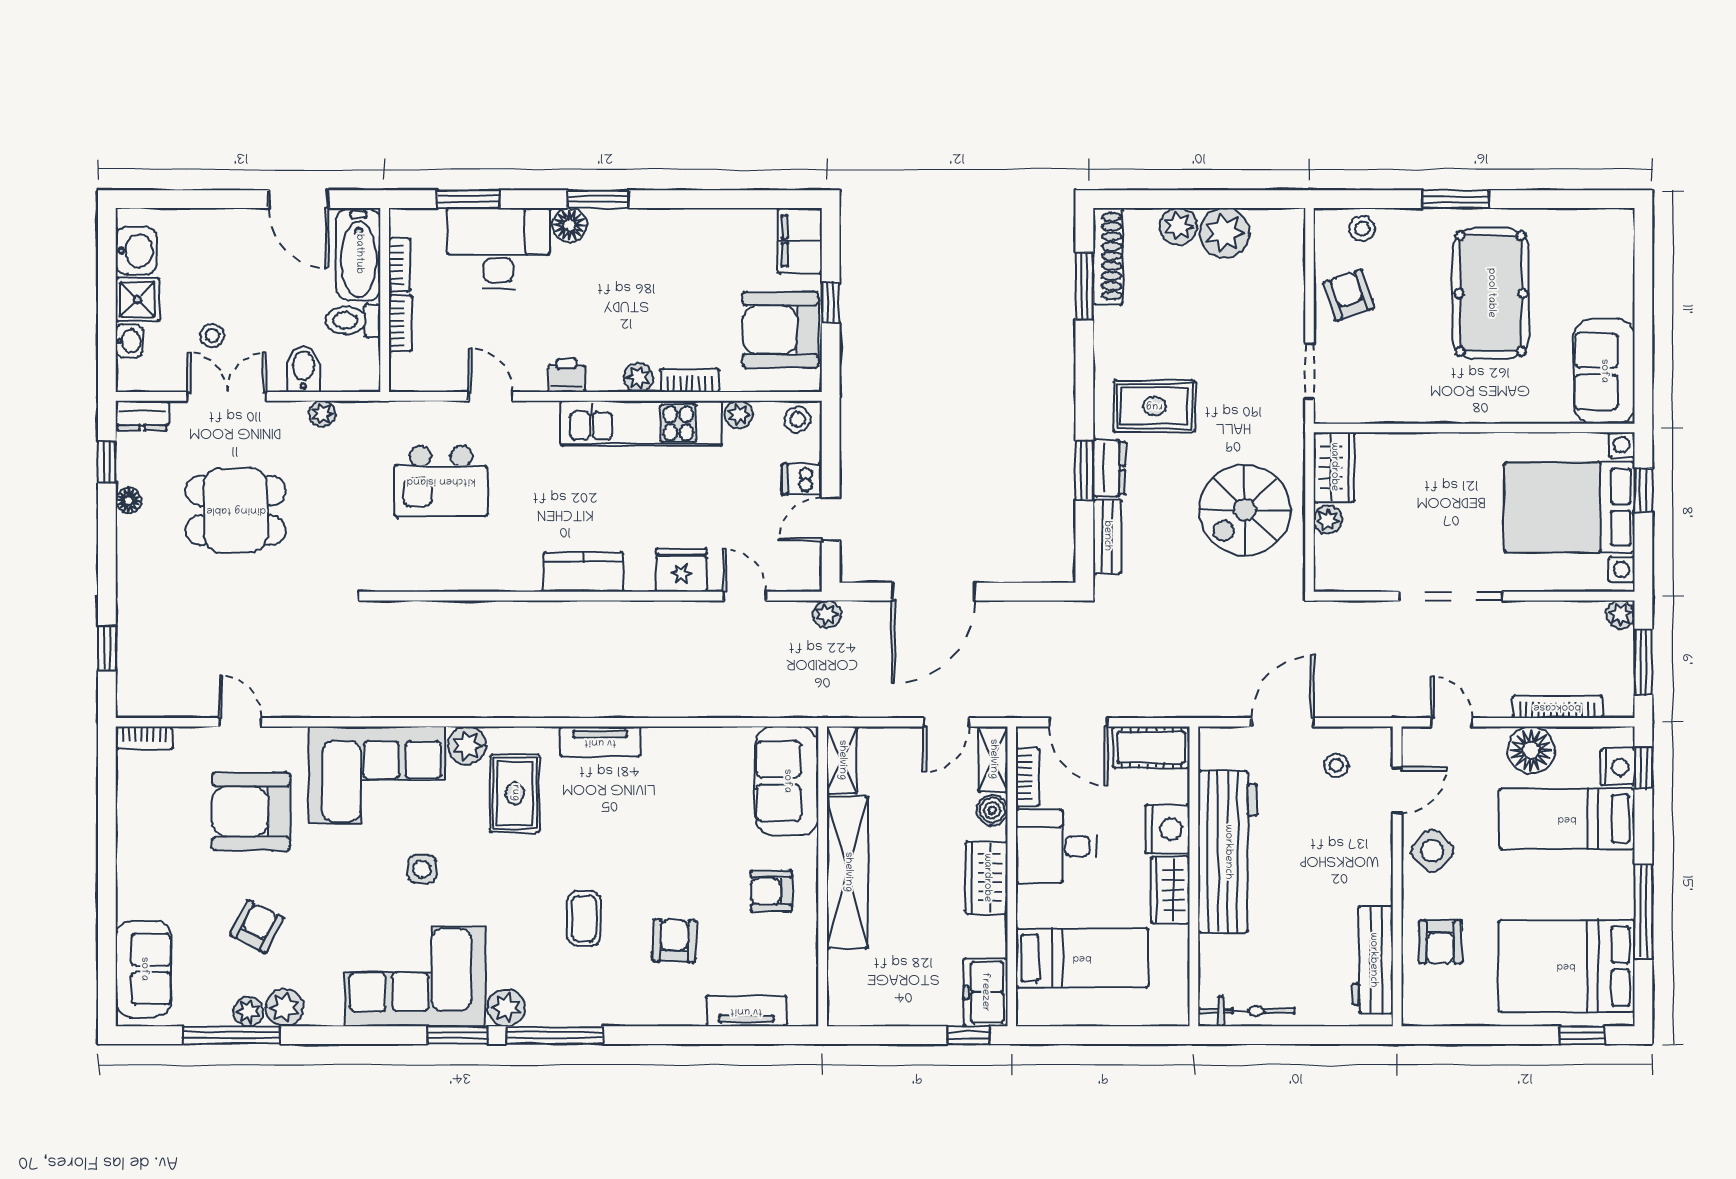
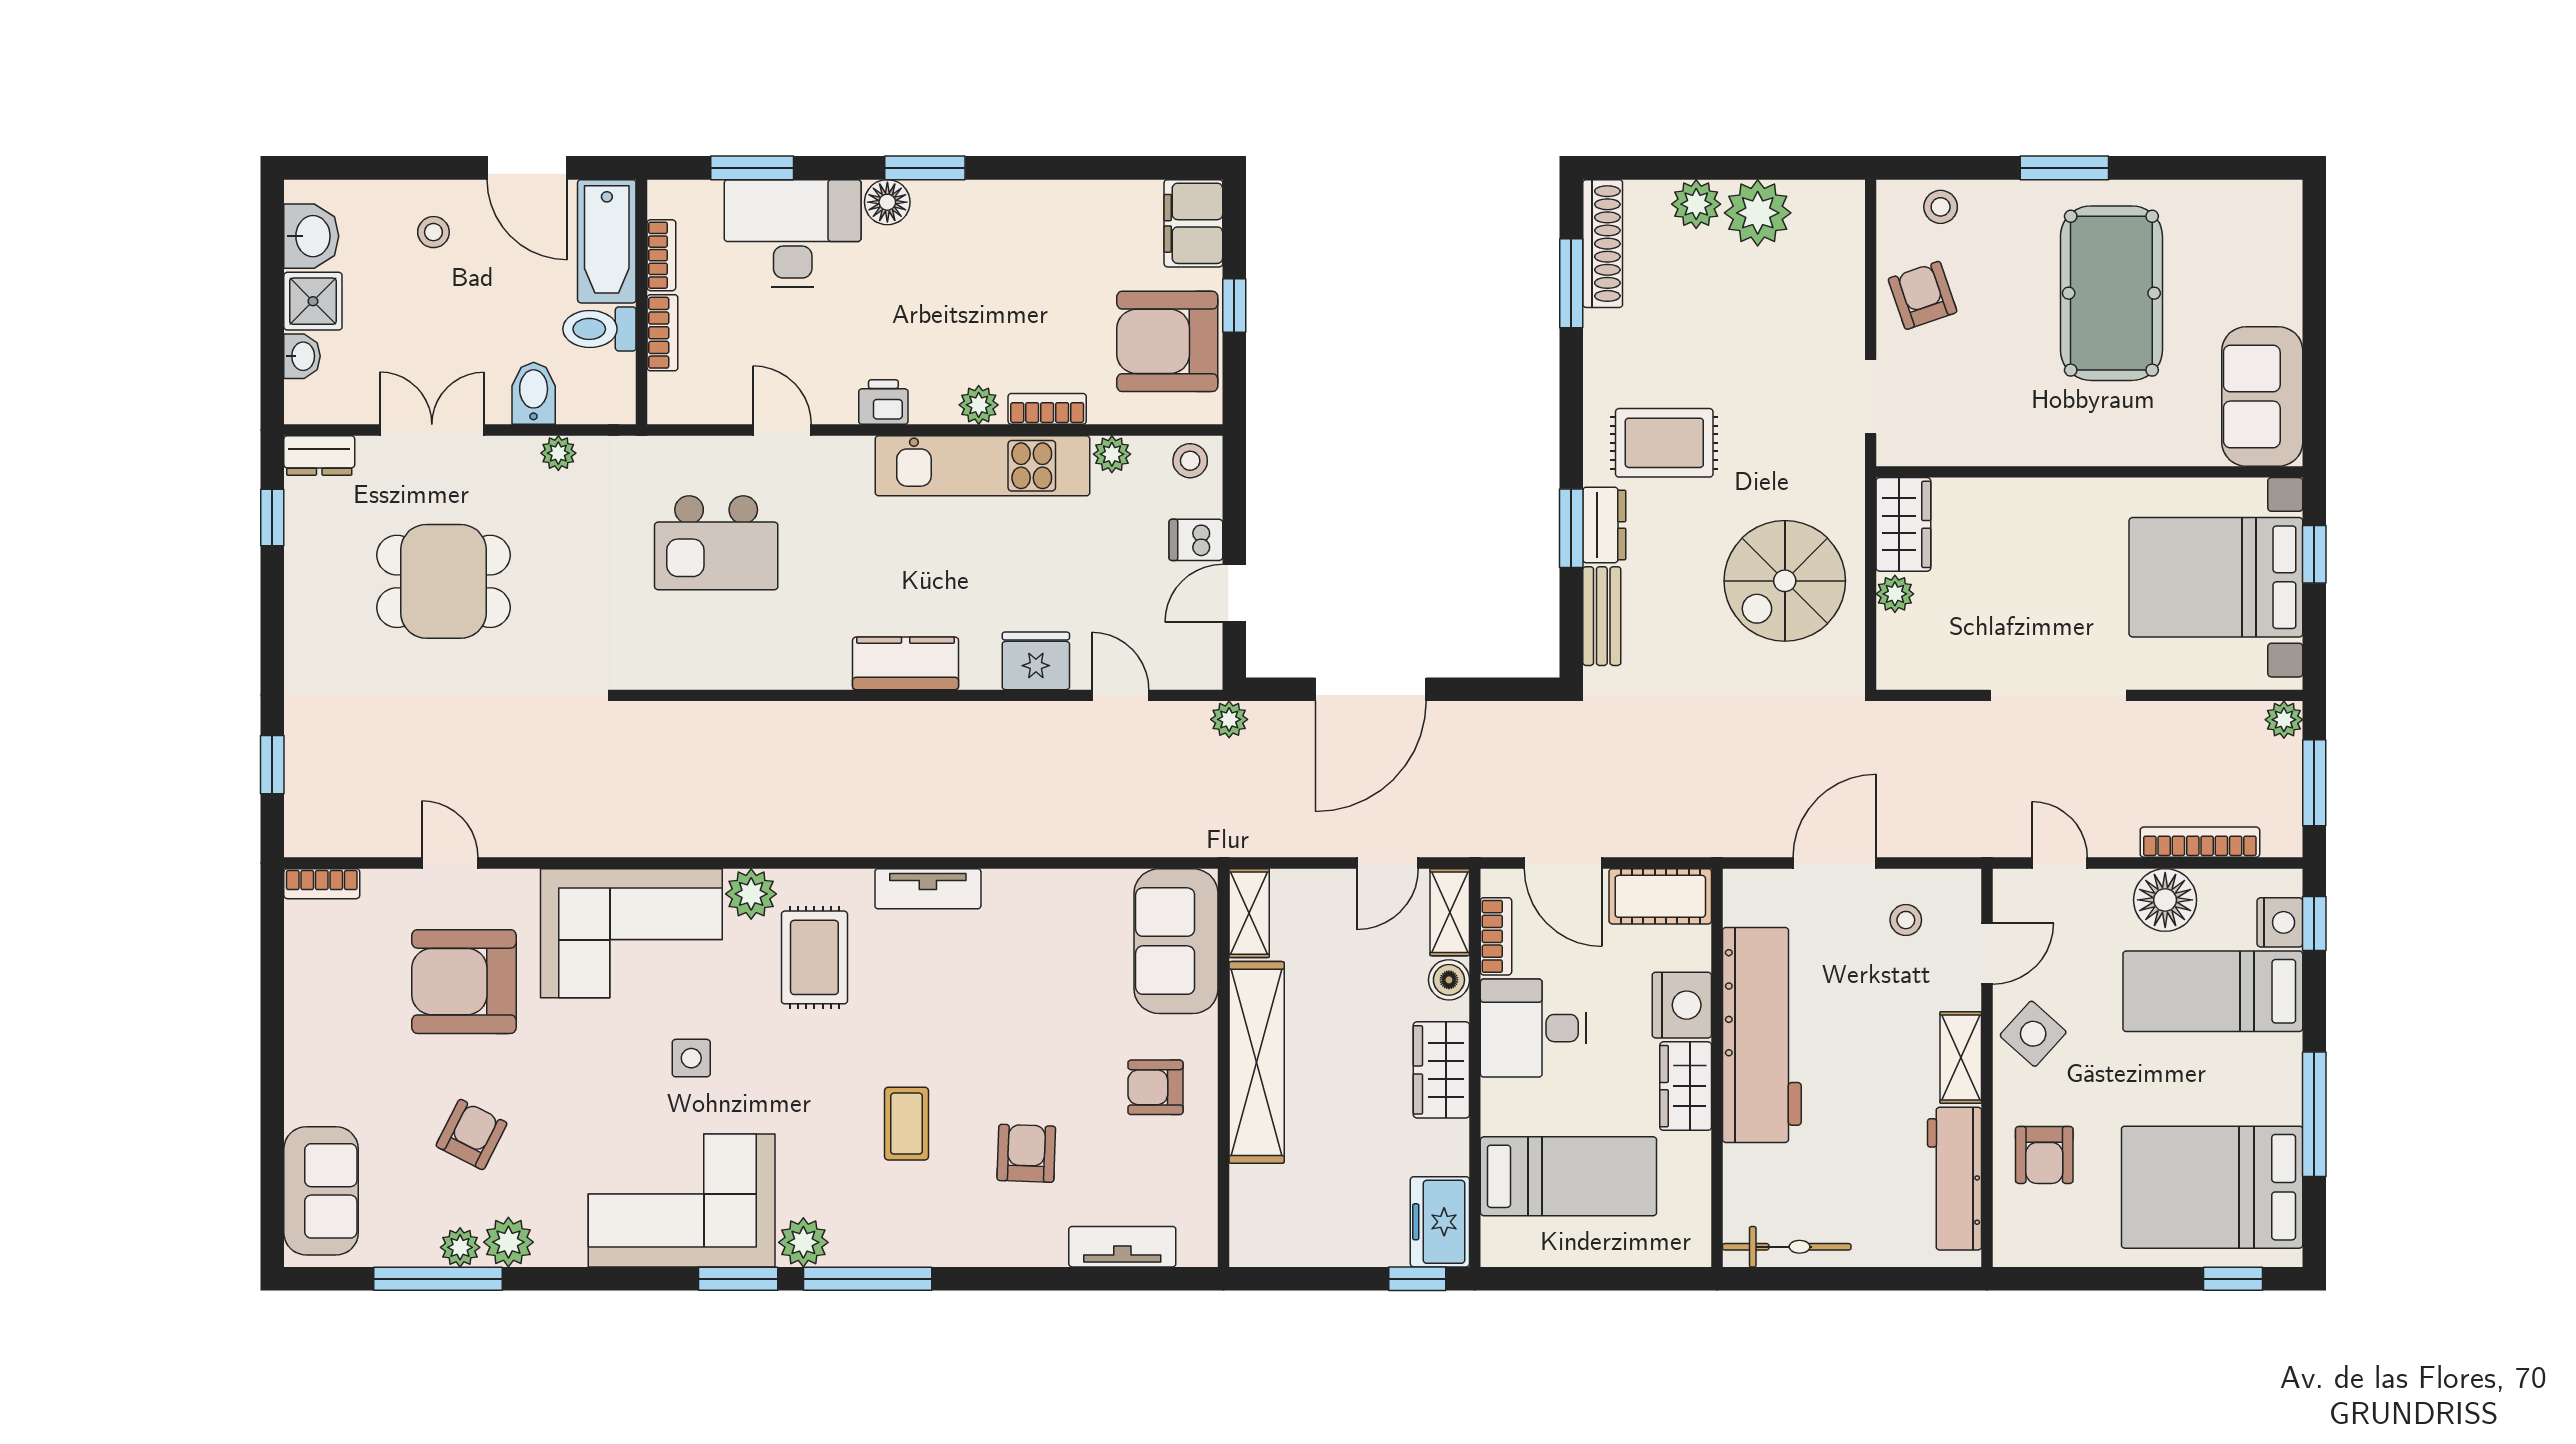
stool: (212, 336) -> (433, 232), moved
floor lamp: (129, 501) -> (301, 568), removed
shelving: (1377, 869) -> (1961, 1058), added

